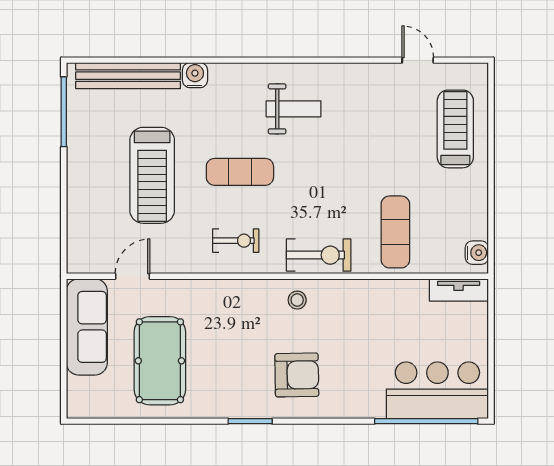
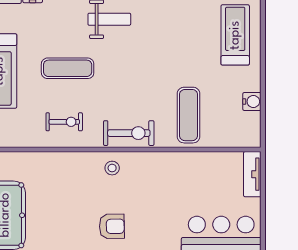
water cooler: (477, 253) -> (252, 101), moved
tv unit: (459, 290) -> (252, 174), moved, turned 90
armchair: (297, 375) -> (112, 226), width x0.72, depth x0.72

